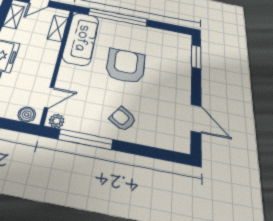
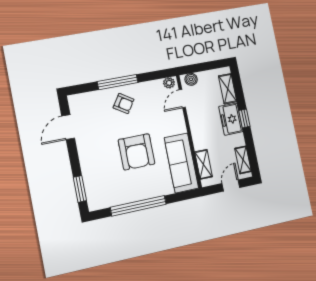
window: (118, 17) -> (138, 206), moved
door: (196, 118) -> (68, 127), hinge flipped
window: (86, 139) -> (118, 82), moved

